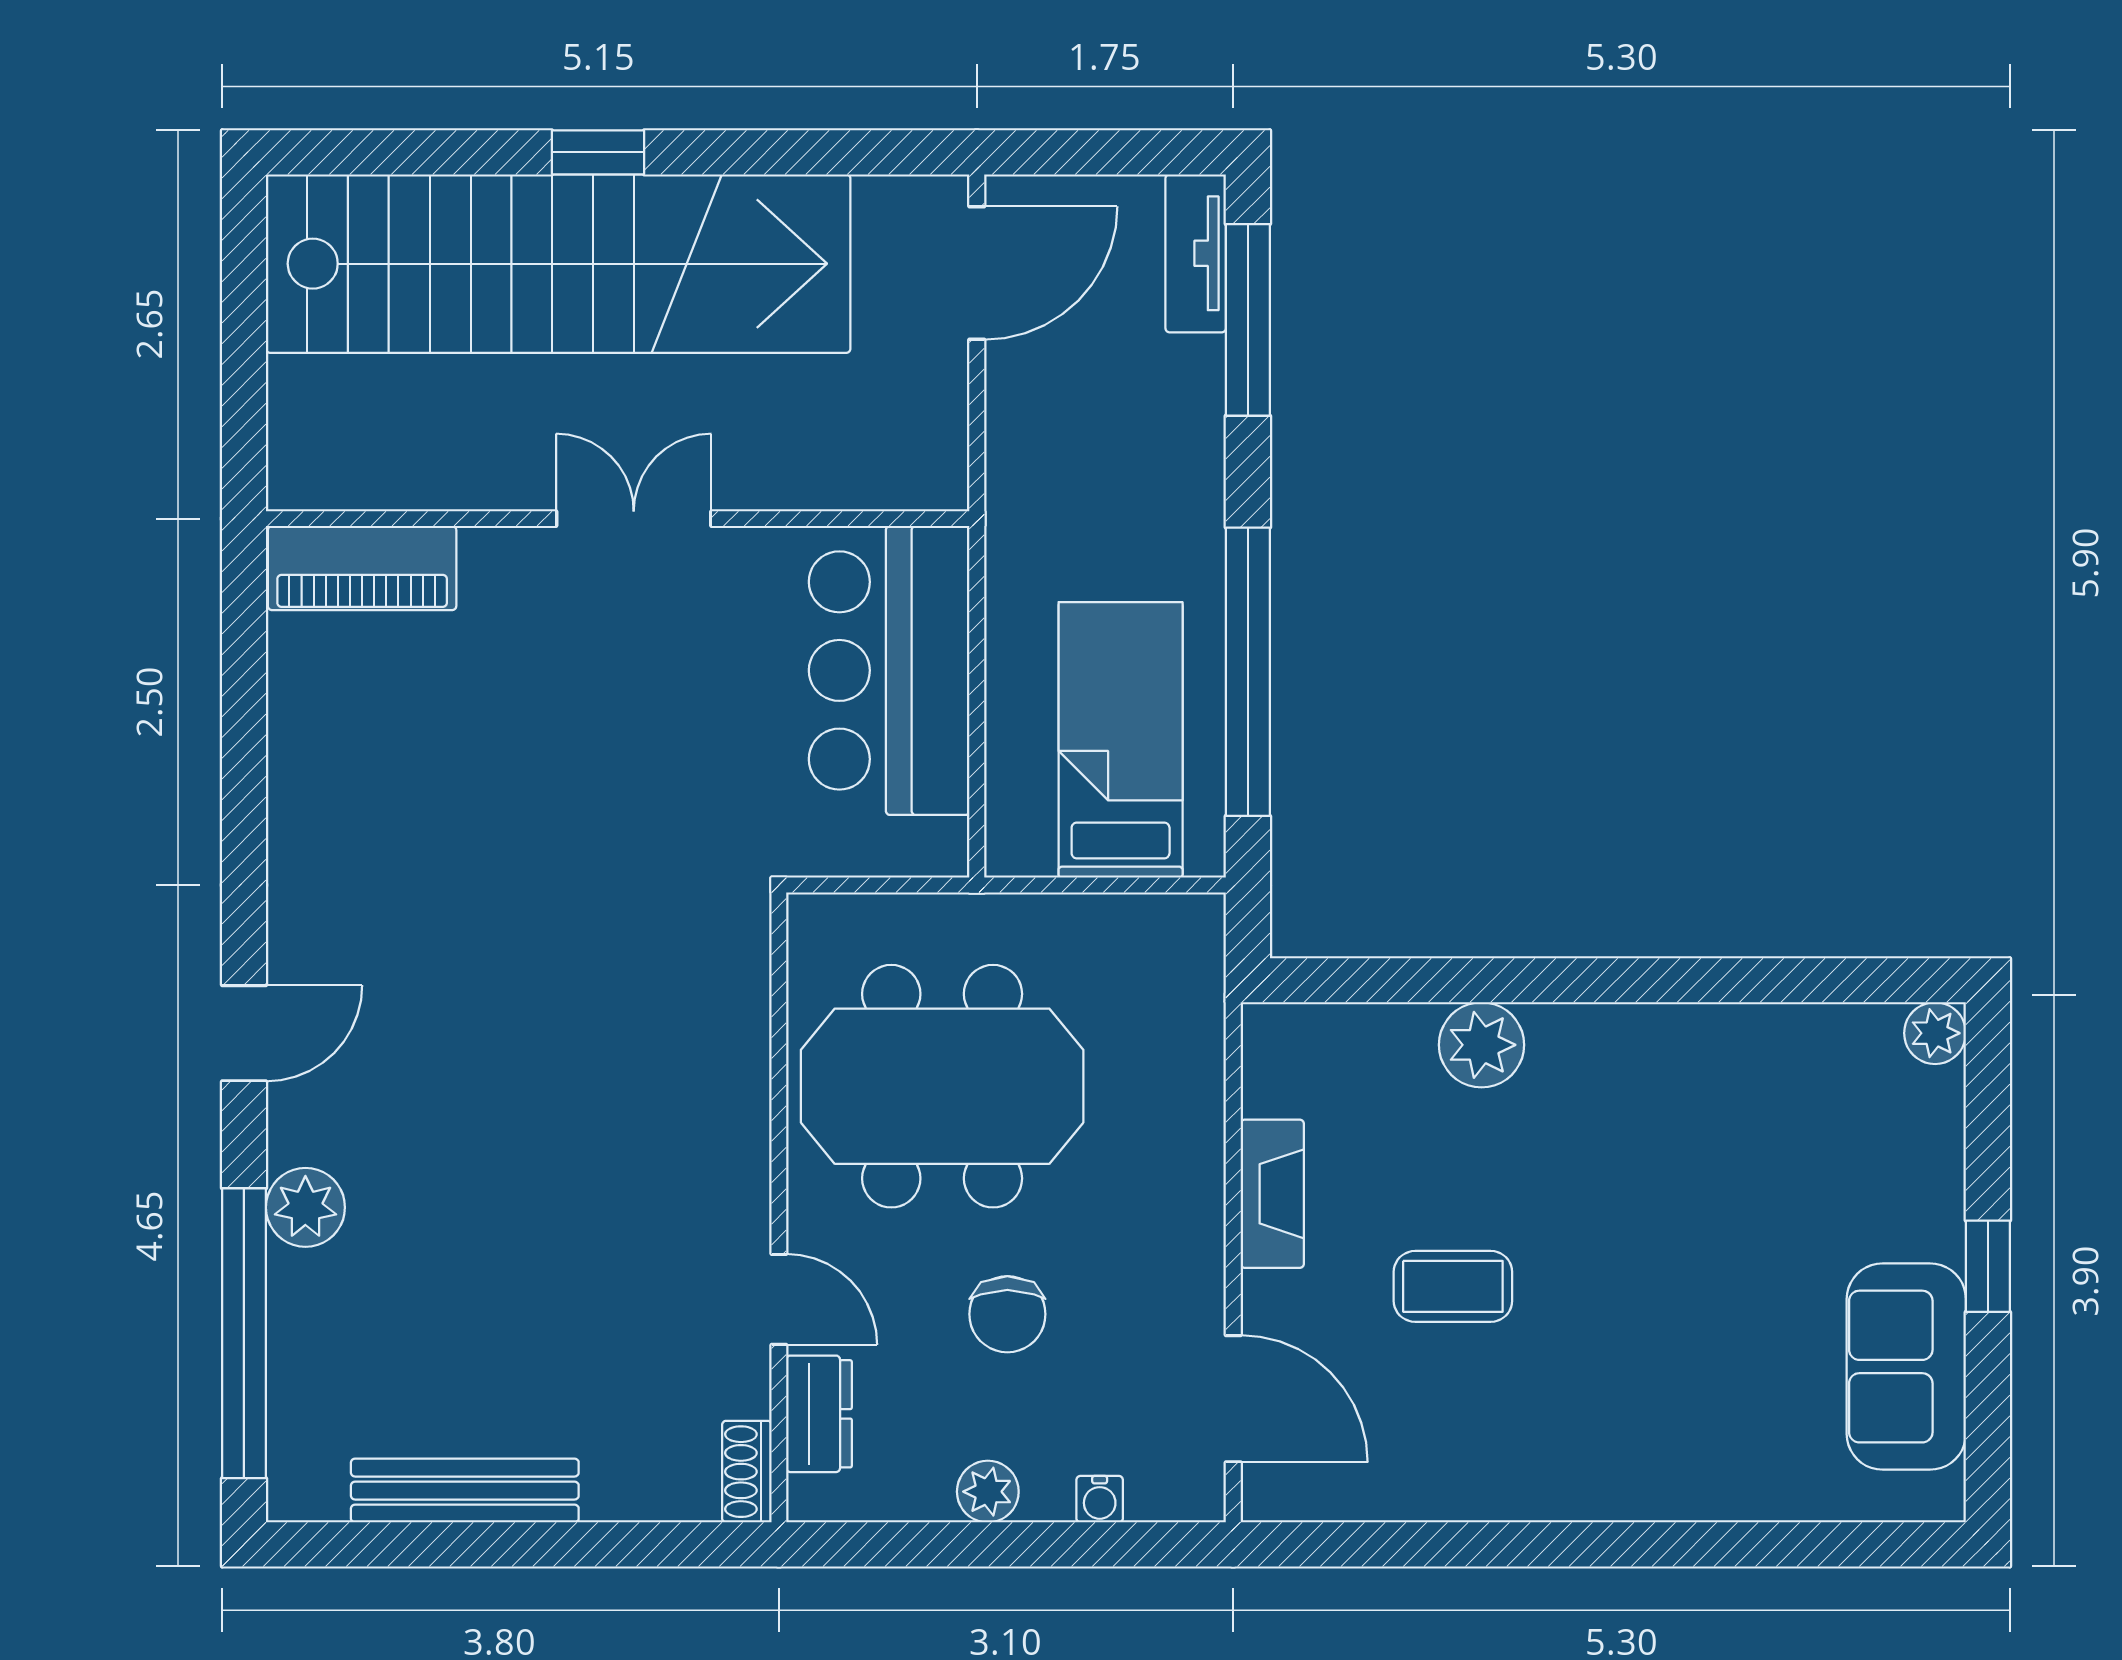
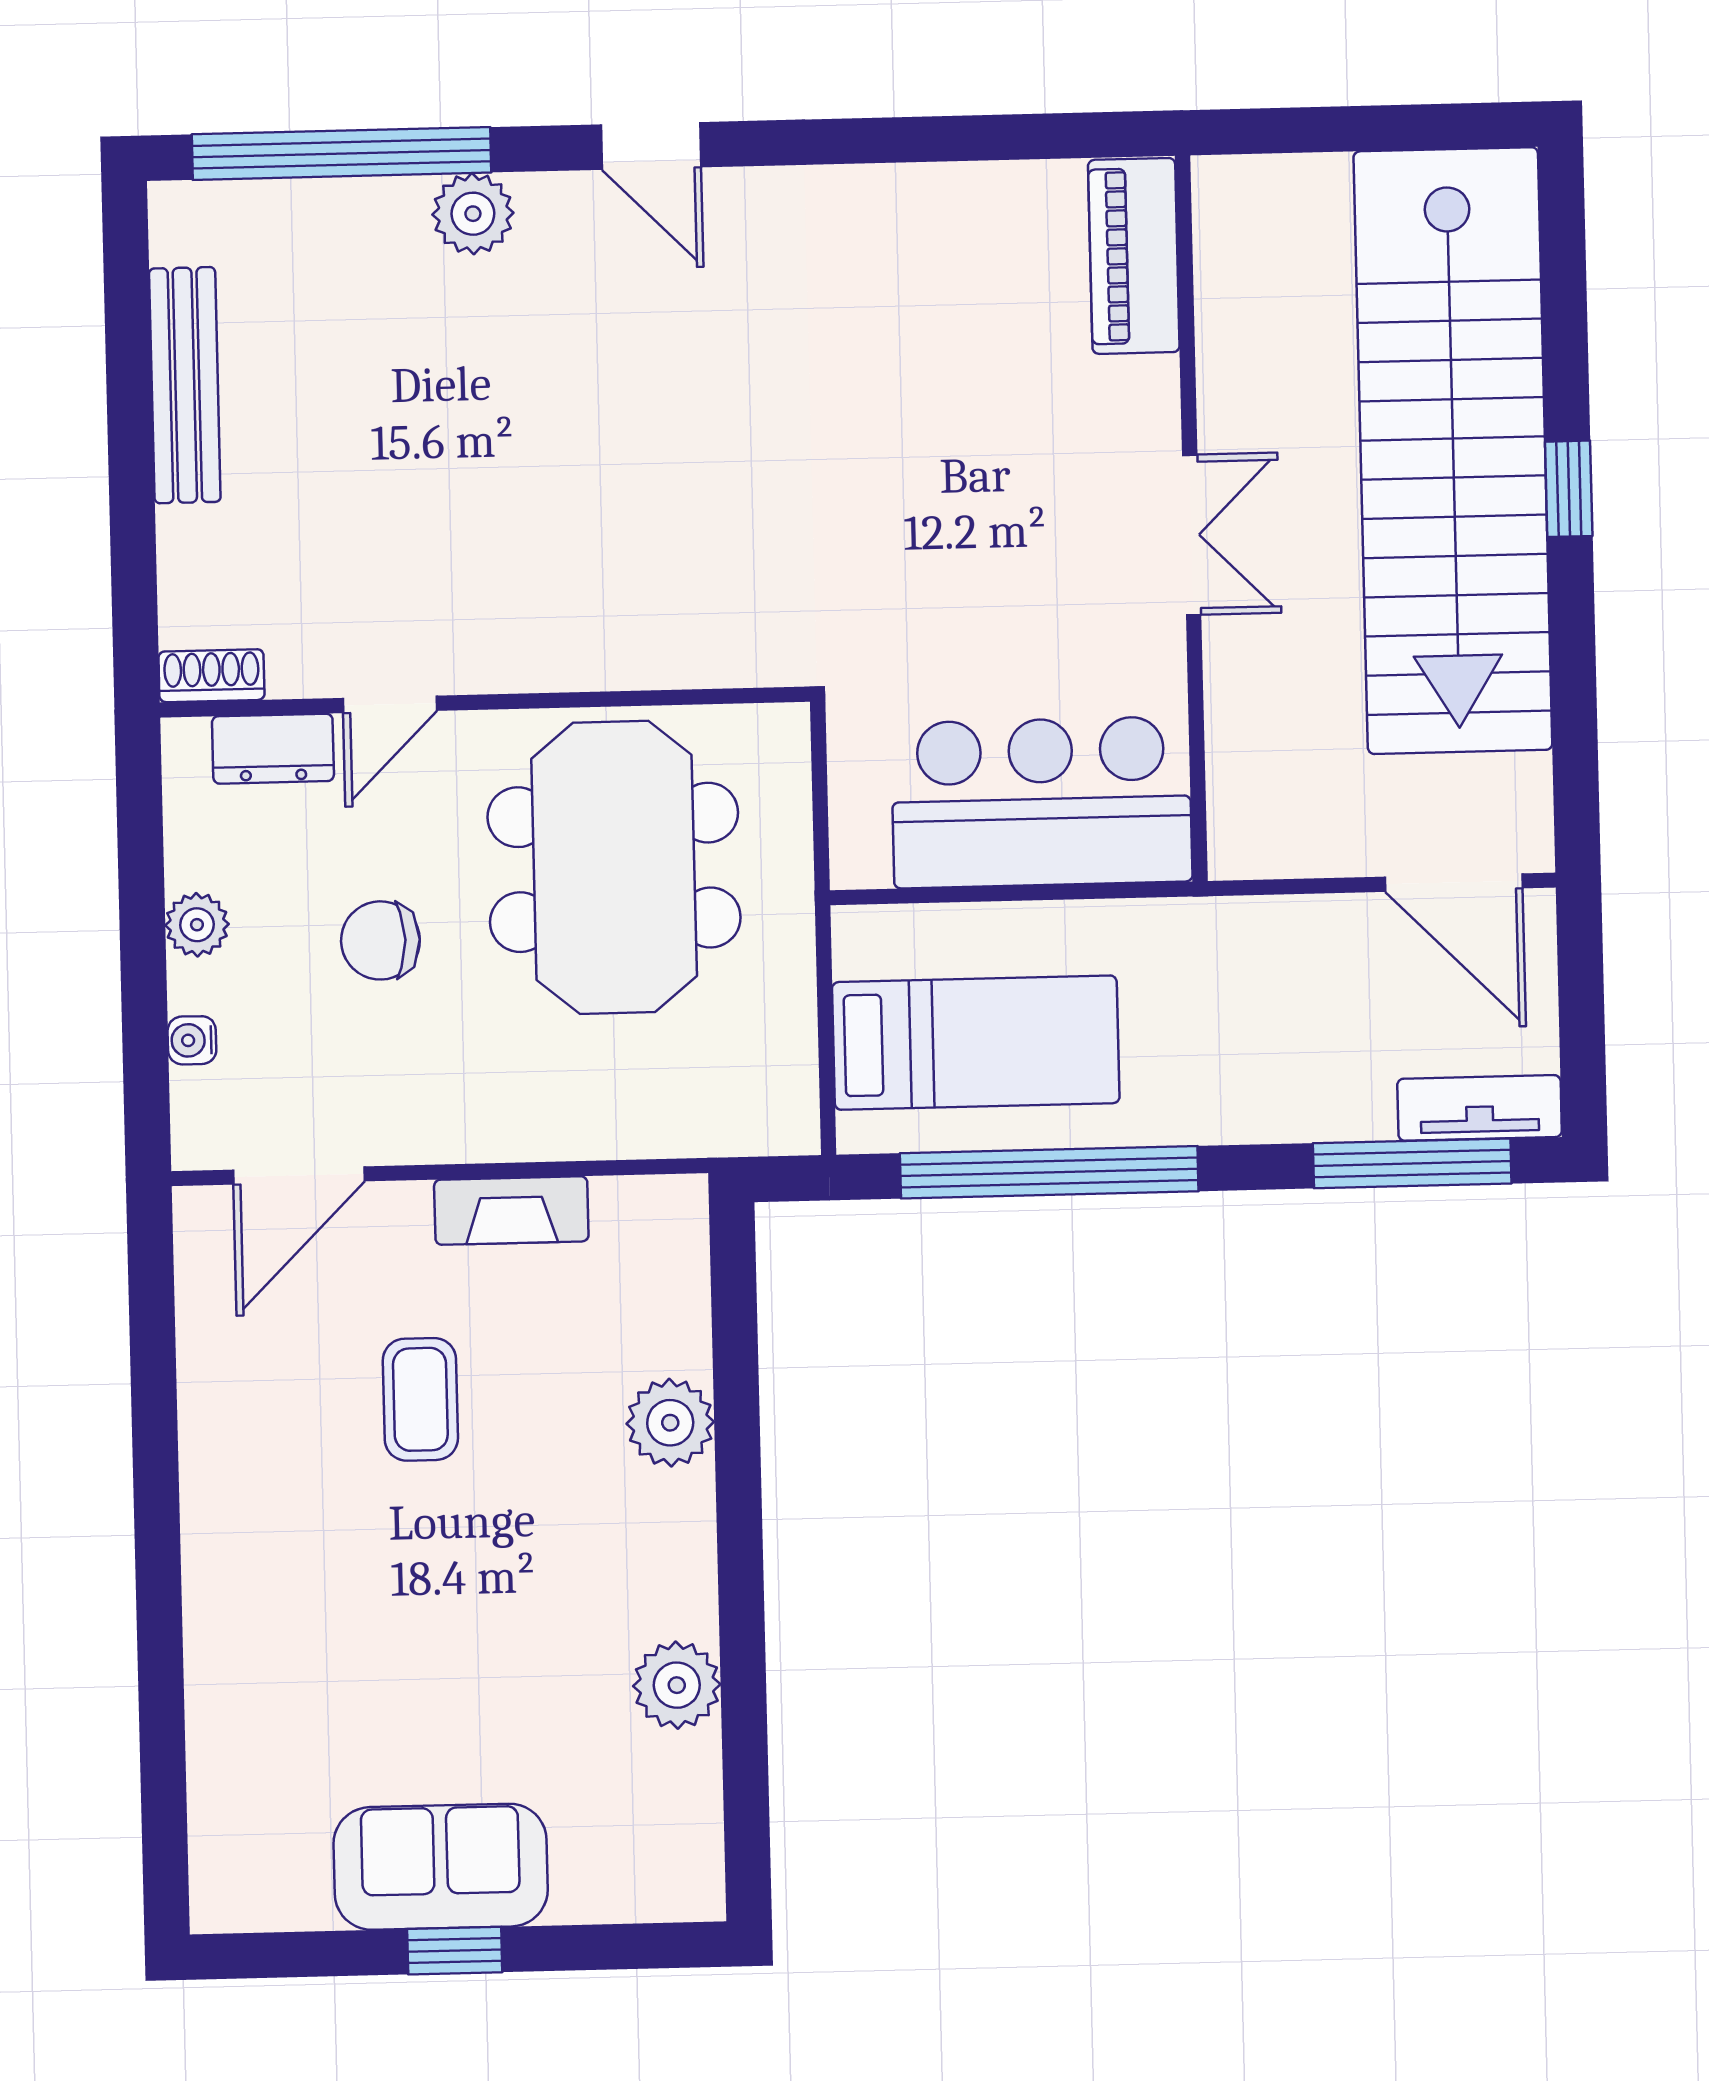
plant: (1935, 1033) -> (677, 1685), moved, width x1.38, depth x1.38
sofa: (1906, 1367) -> (441, 1867), moved

